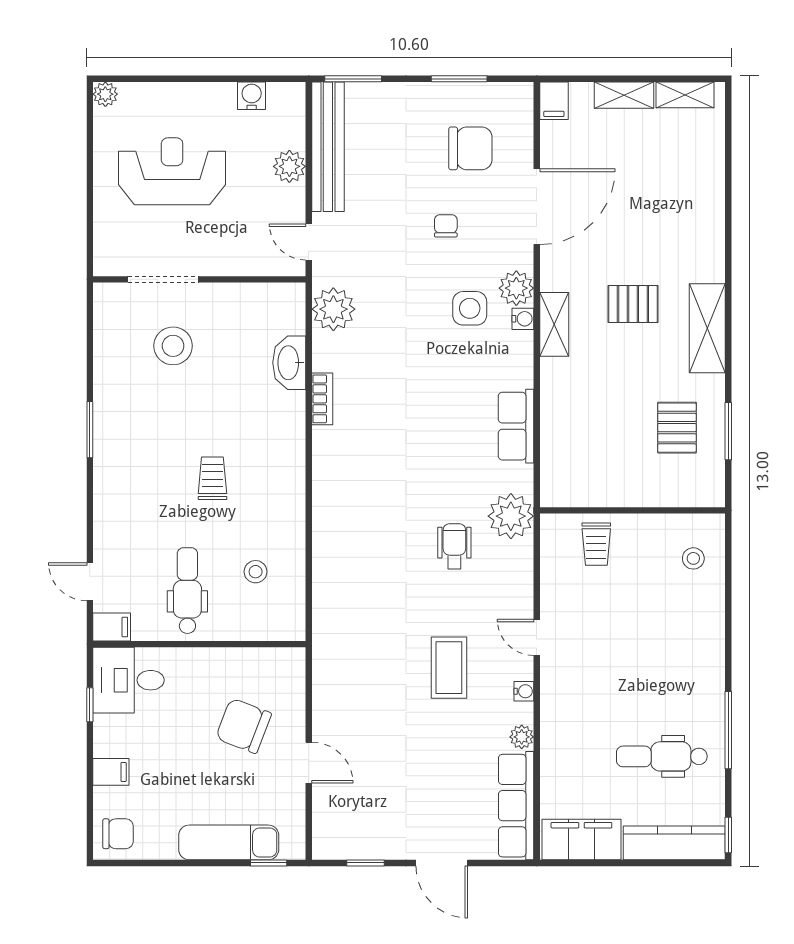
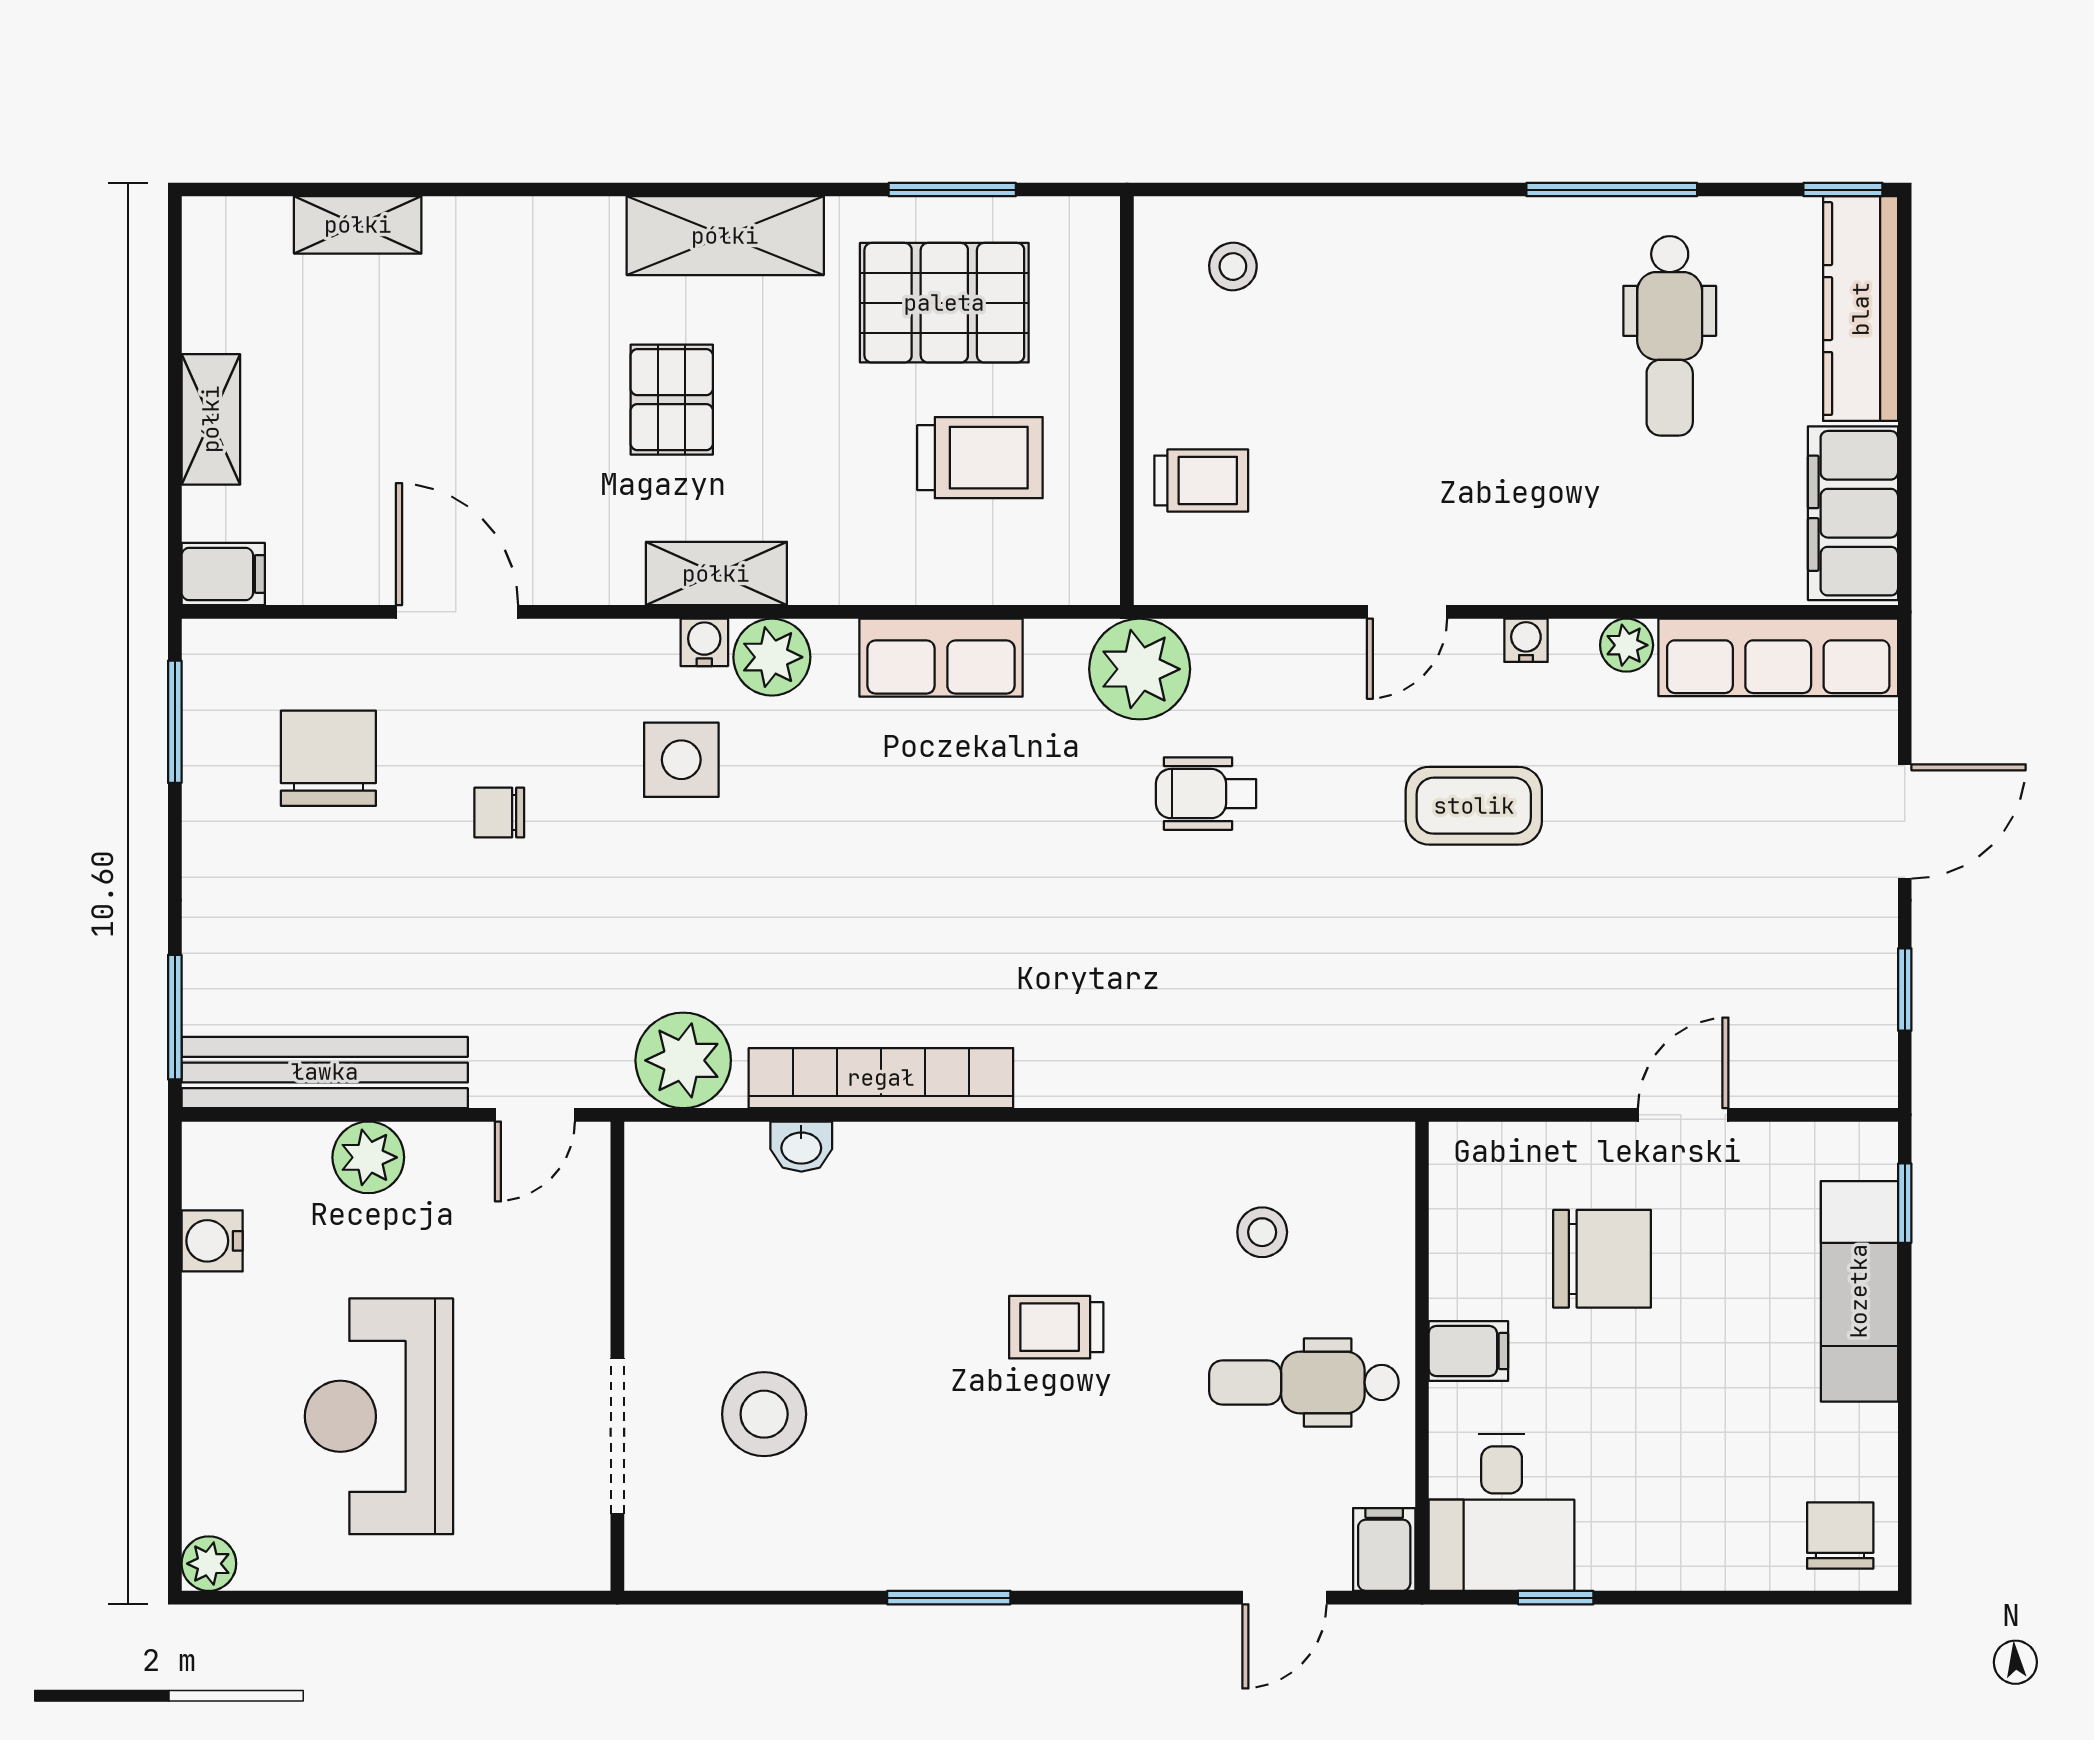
window: (459, 79) -> (175, 722), moved
shelving: (685, 95) -> (358, 225), moved, turned 90
door: (537, 207) -> (457, 612), width x0.73
plant: (516, 288) -> (772, 657), moved
washbasin: (289, 363) -> (801, 1147), width x0.52, depth x0.69
bookcase: (322, 399) -> (881, 1078), width x2.31, depth x1.31
pallet: (677, 428) -> (944, 303), width x1.50, depth x1.42
trolley: (607, 444) -> (980, 458), added
chair: (243, 726) -> (1602, 1259), turned -111
filing cabinet: (111, 772) -> (1468, 1351), moved, turned 90

